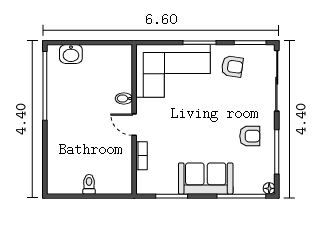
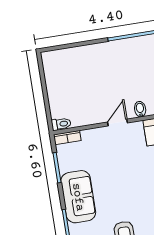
bookcase: (142, 156) -> (67, 138), moved
toilet: (89, 184) -> (61, 124), moved

